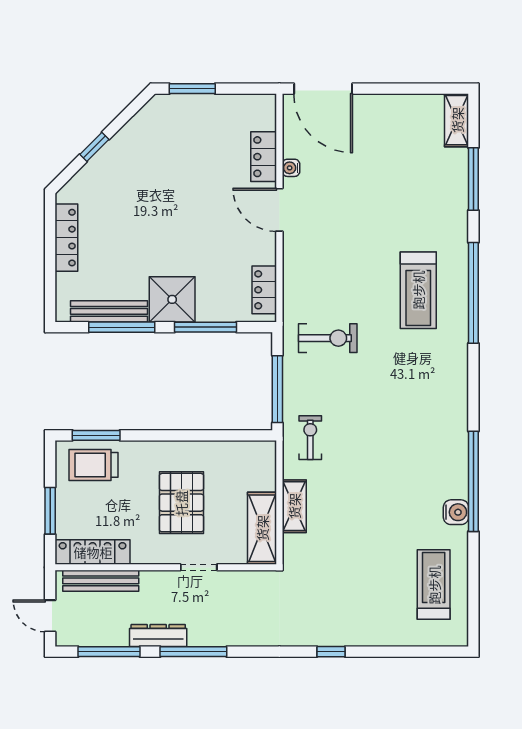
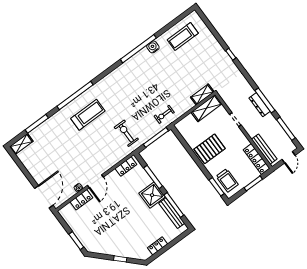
locker: (66, 238) -> (158, 246), width x0.66
pallet: (181, 503) -> (210, 149), moved
shelving: (294, 506) -> (202, 94), moved
dresser: (158, 635) -> (260, 105), moved

